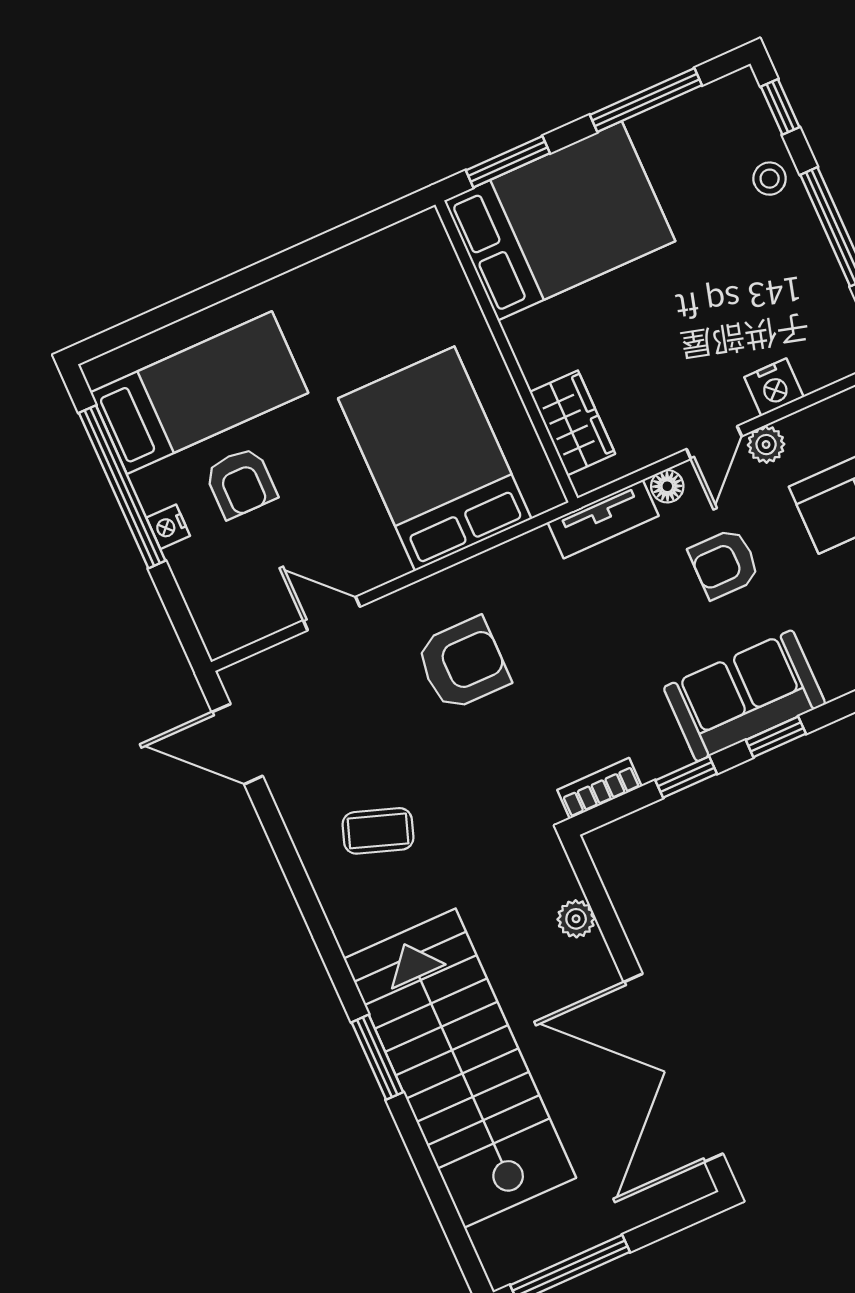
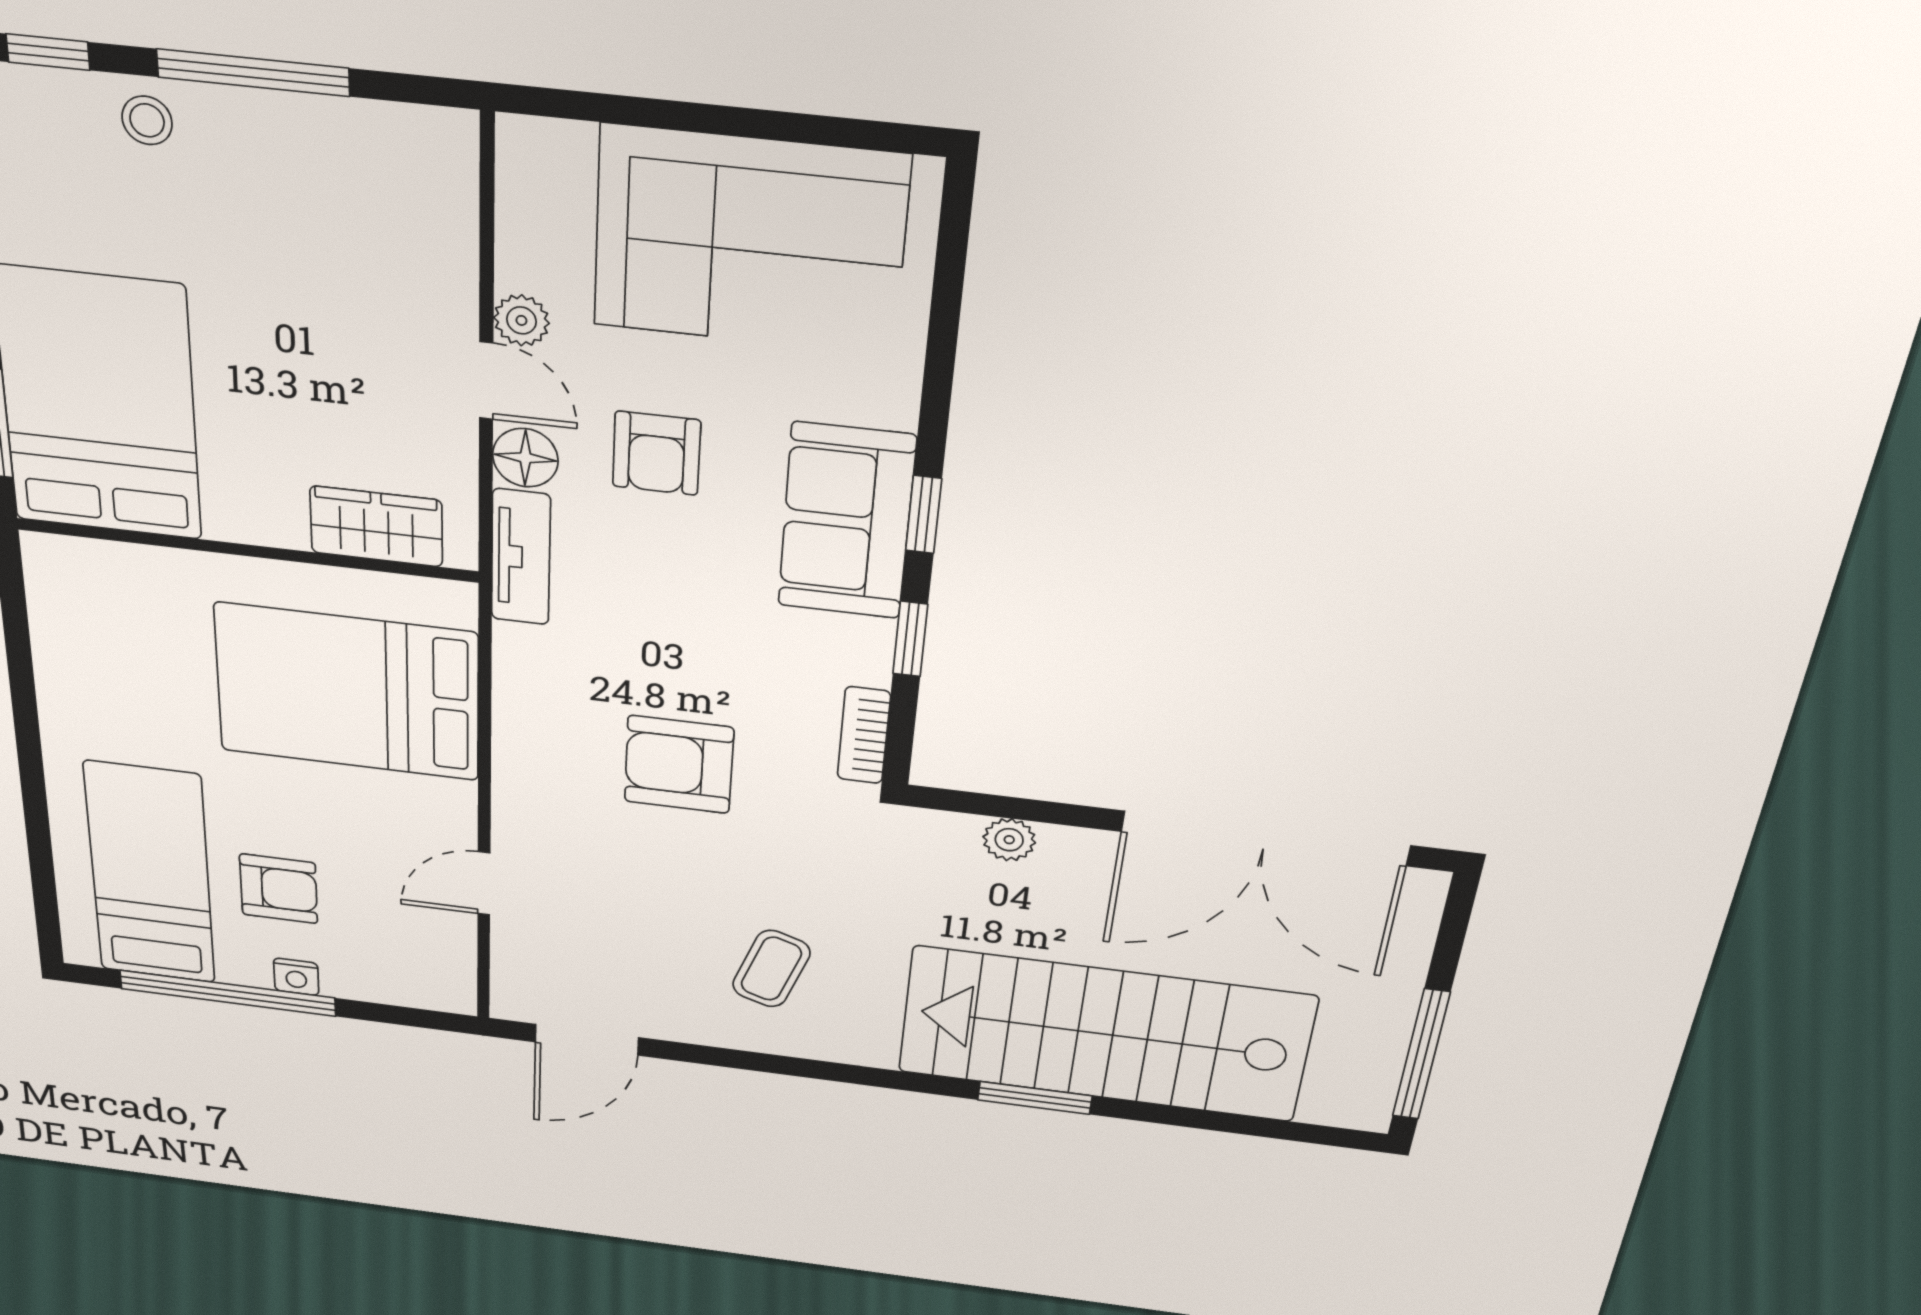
nightstand: (774, 387) -> (447, 269), removed
floor lamp: (667, 486) -> (525, 458), width x1.37, depth x1.37
armchair: (463, 664) -> (679, 765), moved, turned -90

